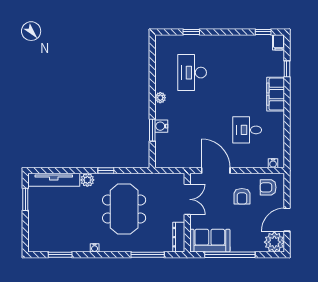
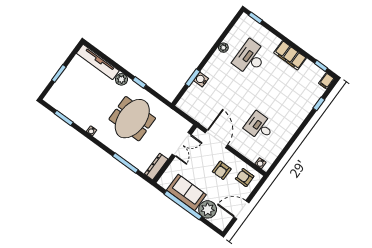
window: (191, 32) -> (256, 18), moved
filing cabinet: (276, 94) -> (290, 55), moved, turned -90
plant: (160, 98) -> (223, 48), moved
window: (25, 199) -> (59, 73), moved
sofa: (210, 241) -> (186, 192), moved
plant: (274, 242) -> (208, 209), moved

